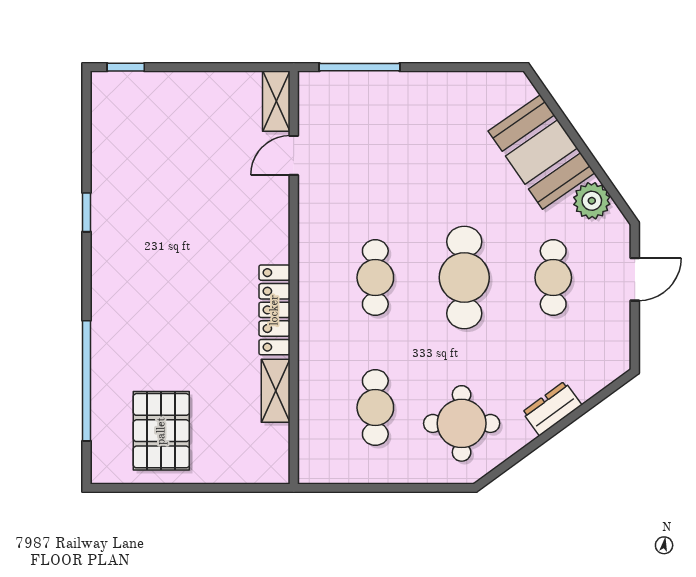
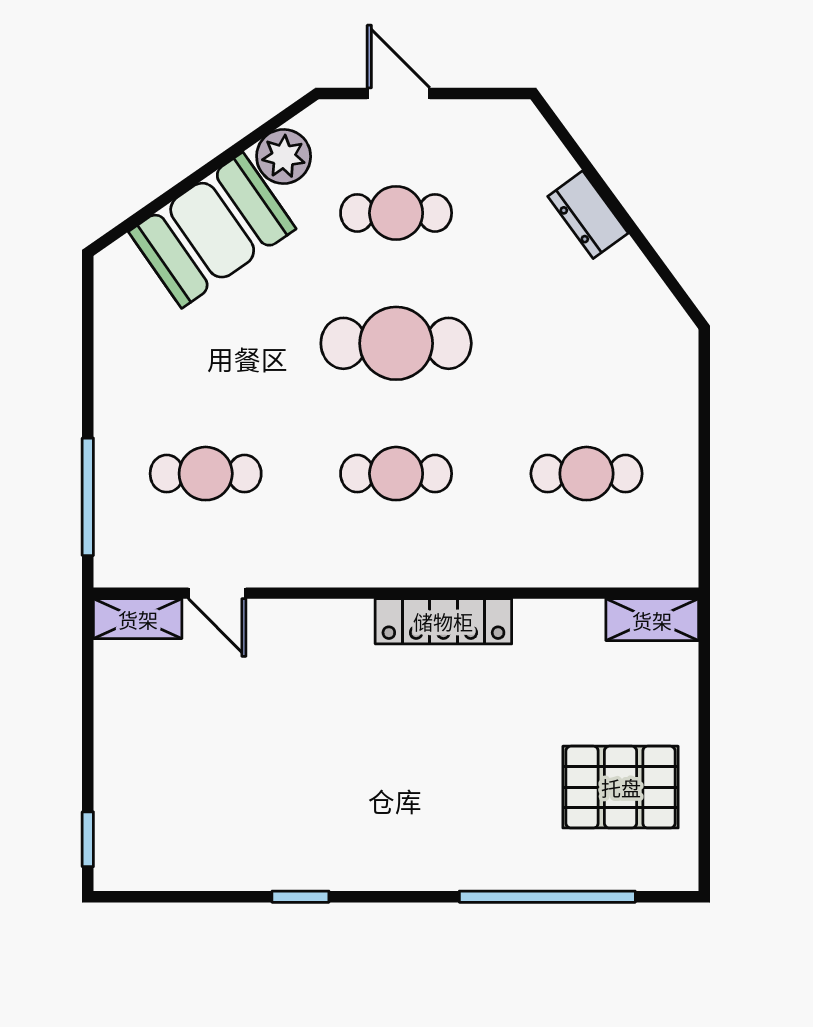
cafe table: (375, 148) -> (206, 474), added
shelving: (276, 391) -> (652, 620), moved
round table: (462, 423) -> (610, 347), removed

